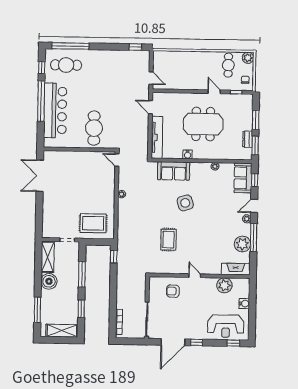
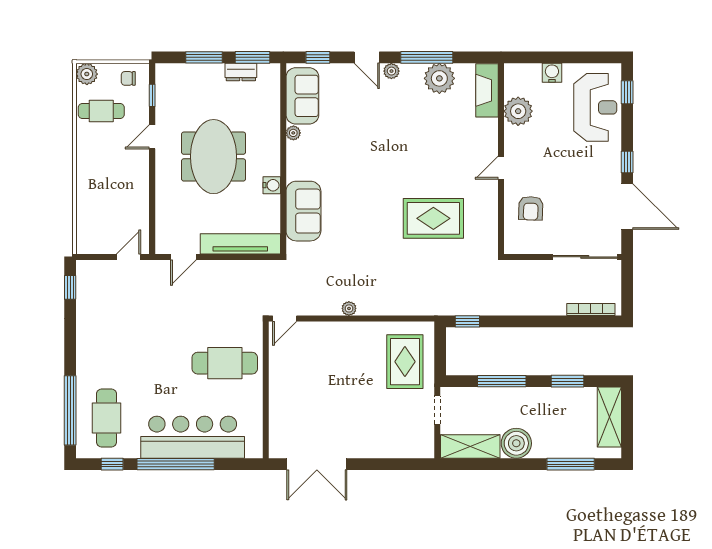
sofa: (243, 178) -> (302, 96), moved, turned -90
side table: (185, 203) -> (363, 188), removed
rug: (169, 240) -> (433, 218), width x1.36, depth x1.43

